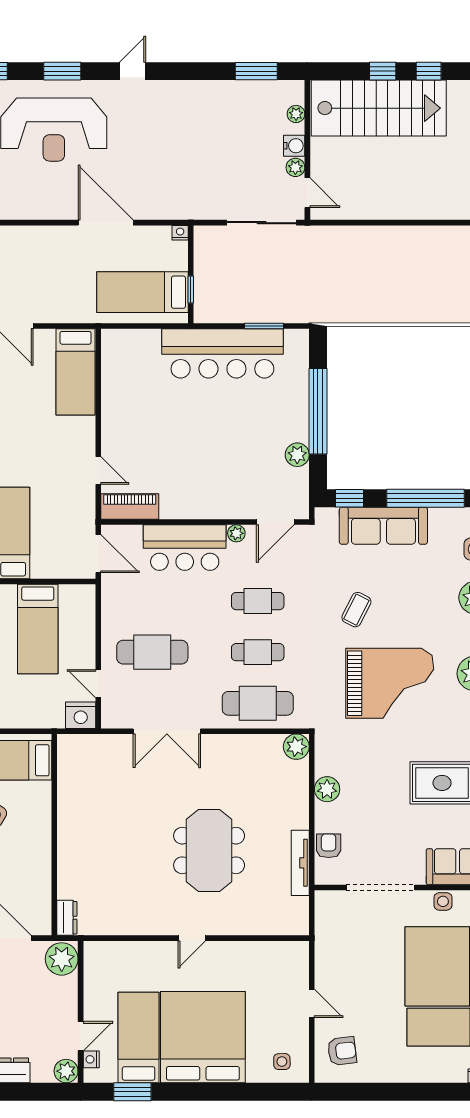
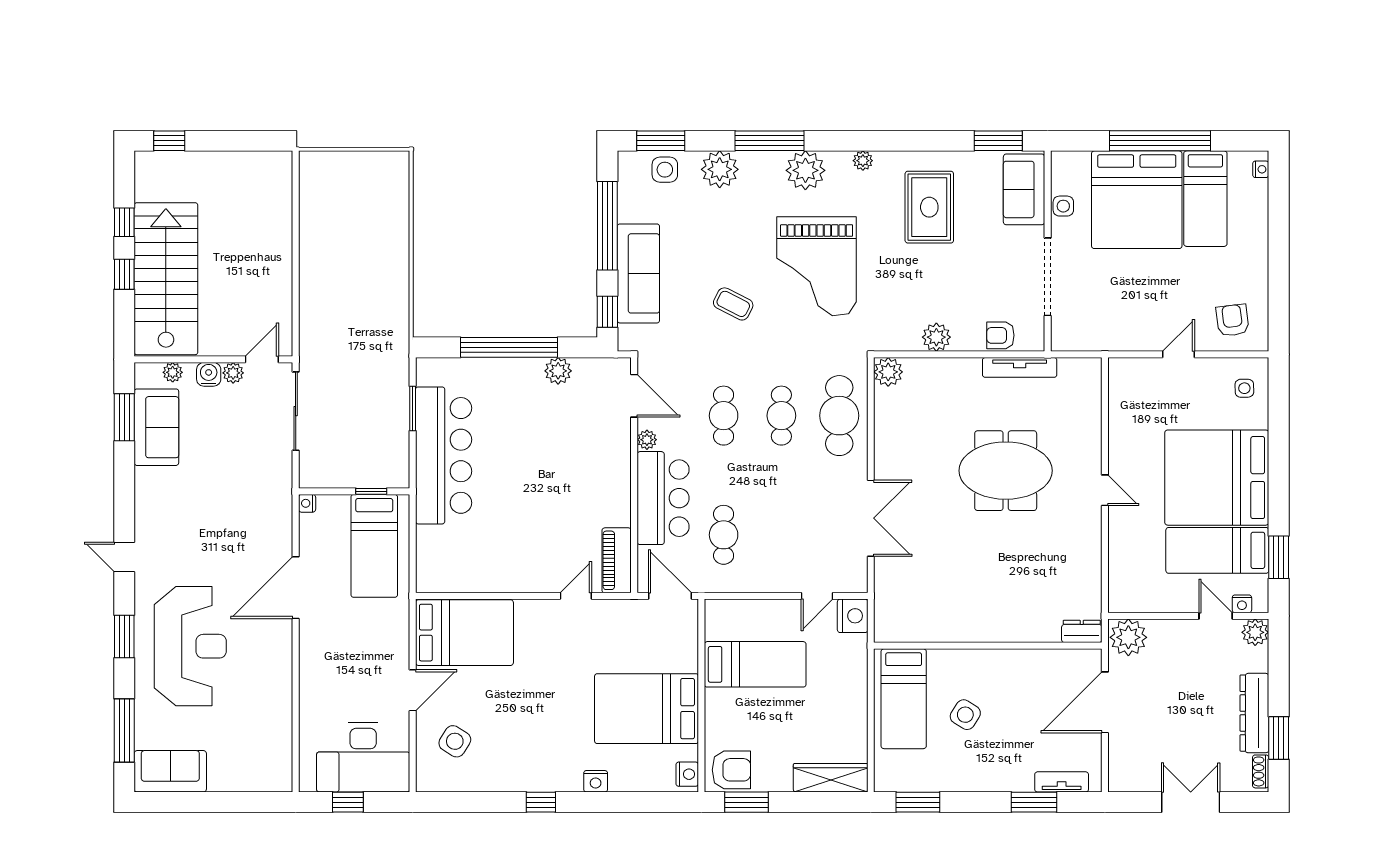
sofa: (247, 100) -> (156, 427), added
bed: (76, 372) -> (464, 633), width x1.50
door: (98, 554) -> (670, 596), hinge flipped
cafe table: (152, 652) -> (724, 535), moved, width x0.73, depth x0.74
grand piano: (390, 683) -> (817, 266), turned 180

